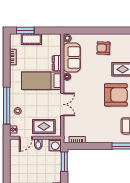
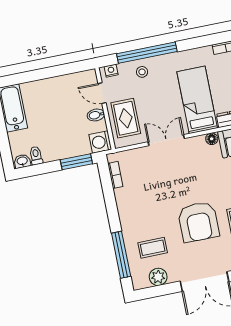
double door: (62, 104) -> (166, 140), swing flipped

